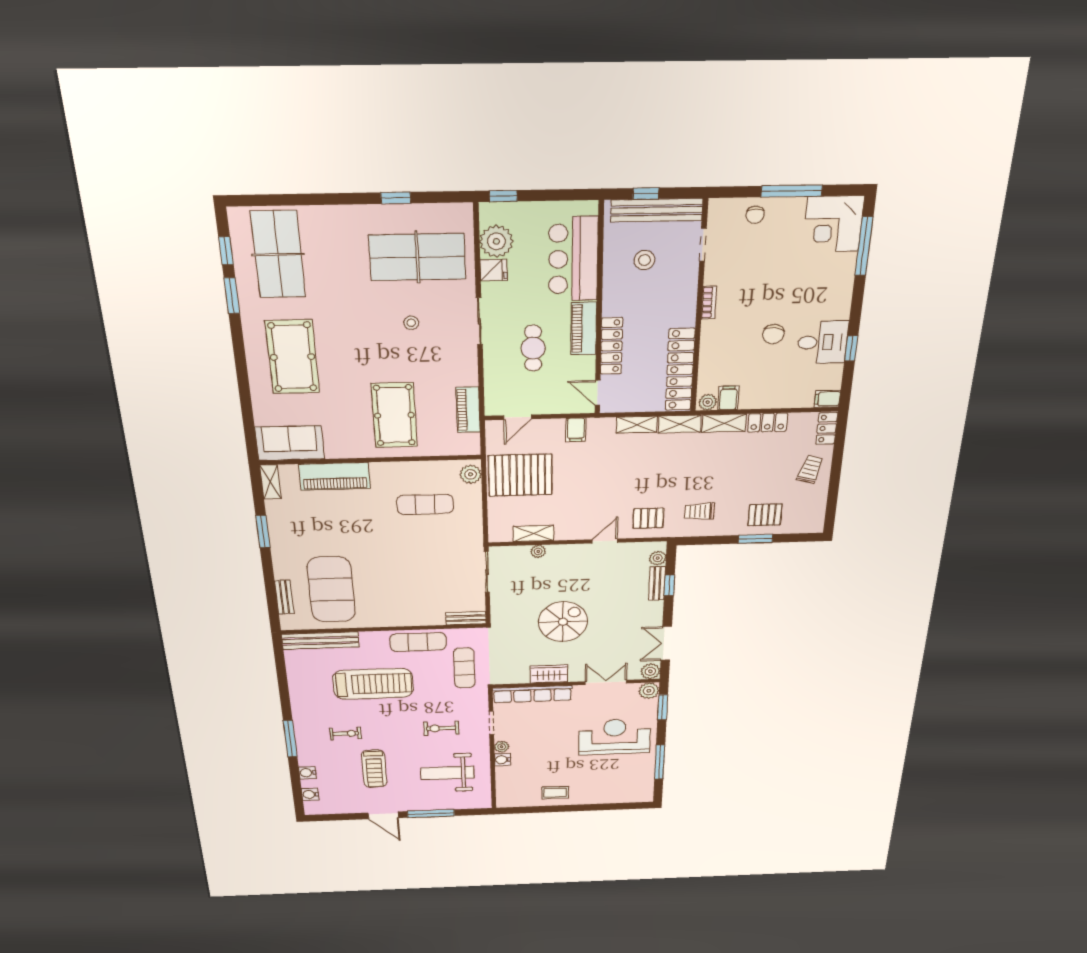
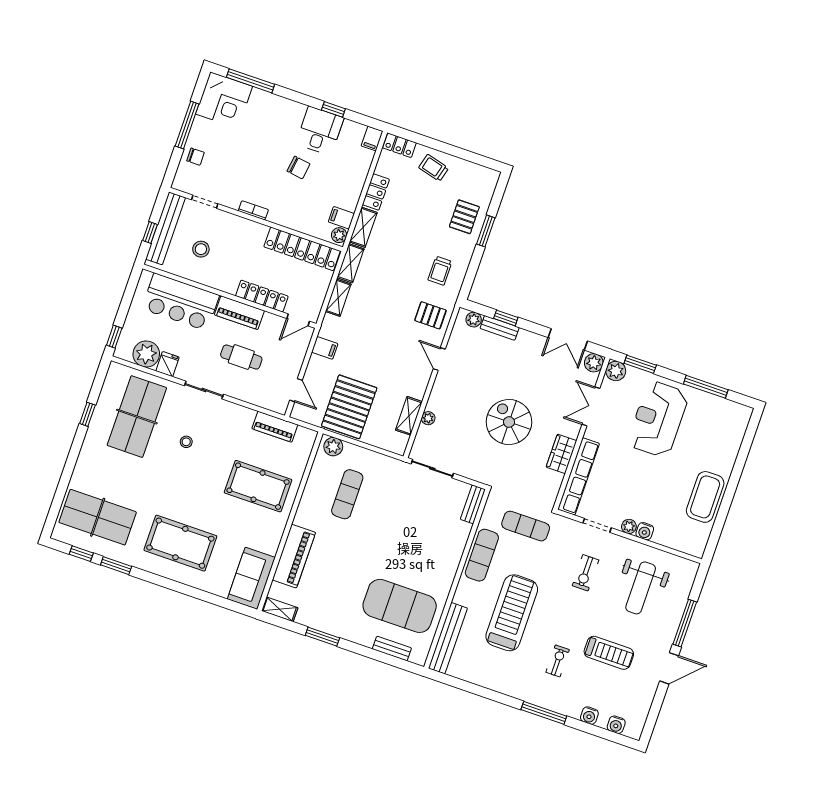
pallet: (648, 518) -> (430, 315), turned 90
coffee table: (555, 793) -> (705, 497), width x1.86, depth x1.72

